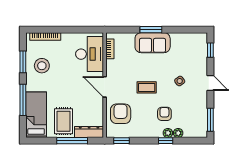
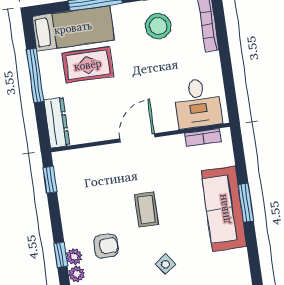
sofa: (153, 43) -> (224, 209), width x1.36
desk: (90, 54) -> (198, 103), width x0.73
armchair: (121, 114) -> (95, 172), removed
rug: (64, 121) -> (88, 65), moved
window: (72, 141) -> (35, 76), moved

